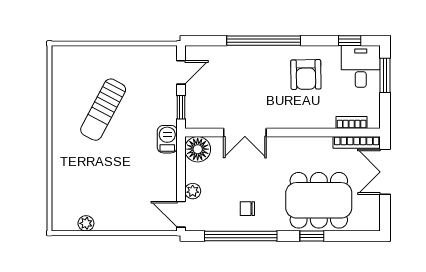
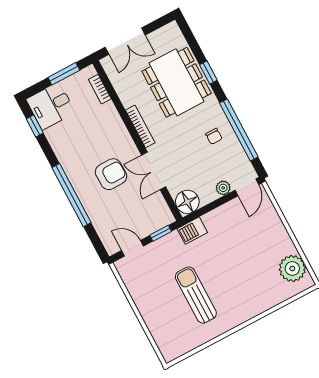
armchair: (306, 75) -> (111, 174), moved
window: (385, 75) -> (64, 74), moved
sun lounger: (103, 110) -> (196, 295), turned -118
double door: (245, 133) -> (154, 171), swing flipped
bookcase: (357, 142) -> (140, 126), moved
plant: (86, 223) -> (292, 268), width x1.88, depth x1.88

